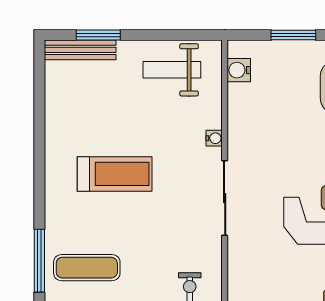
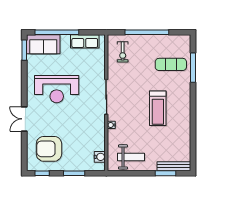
treadmill: (115, 174) -> (158, 108), turned -90

